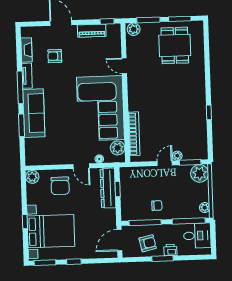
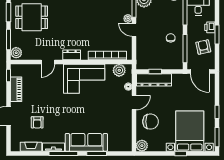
dresser: (133, 93) -> (72, 55), added
corner sofa: (100, 108) -> (84, 79), width x0.73, depth x0.74

